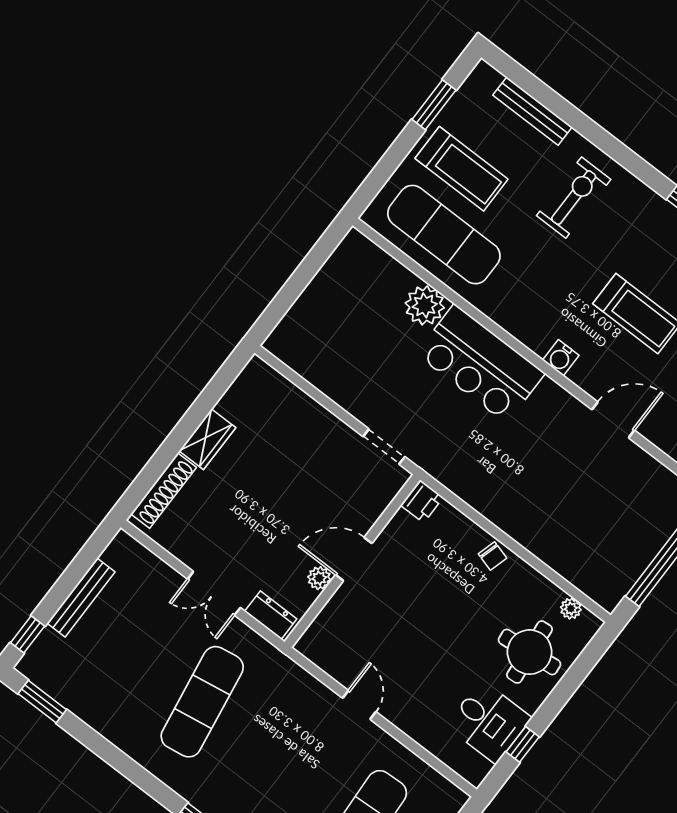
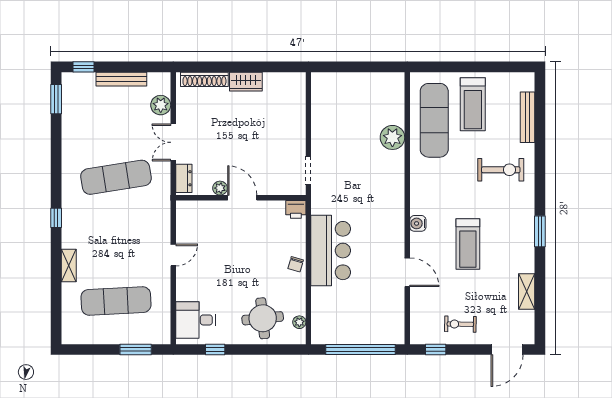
window: (434, 105) -> (494, 67), removed
bar counter: (480, 364) -> (331, 251), moved, turned 180
plant: (153, 572) -> (161, 105), added
desk: (489, 722) -> (196, 320), moved, turned 90

